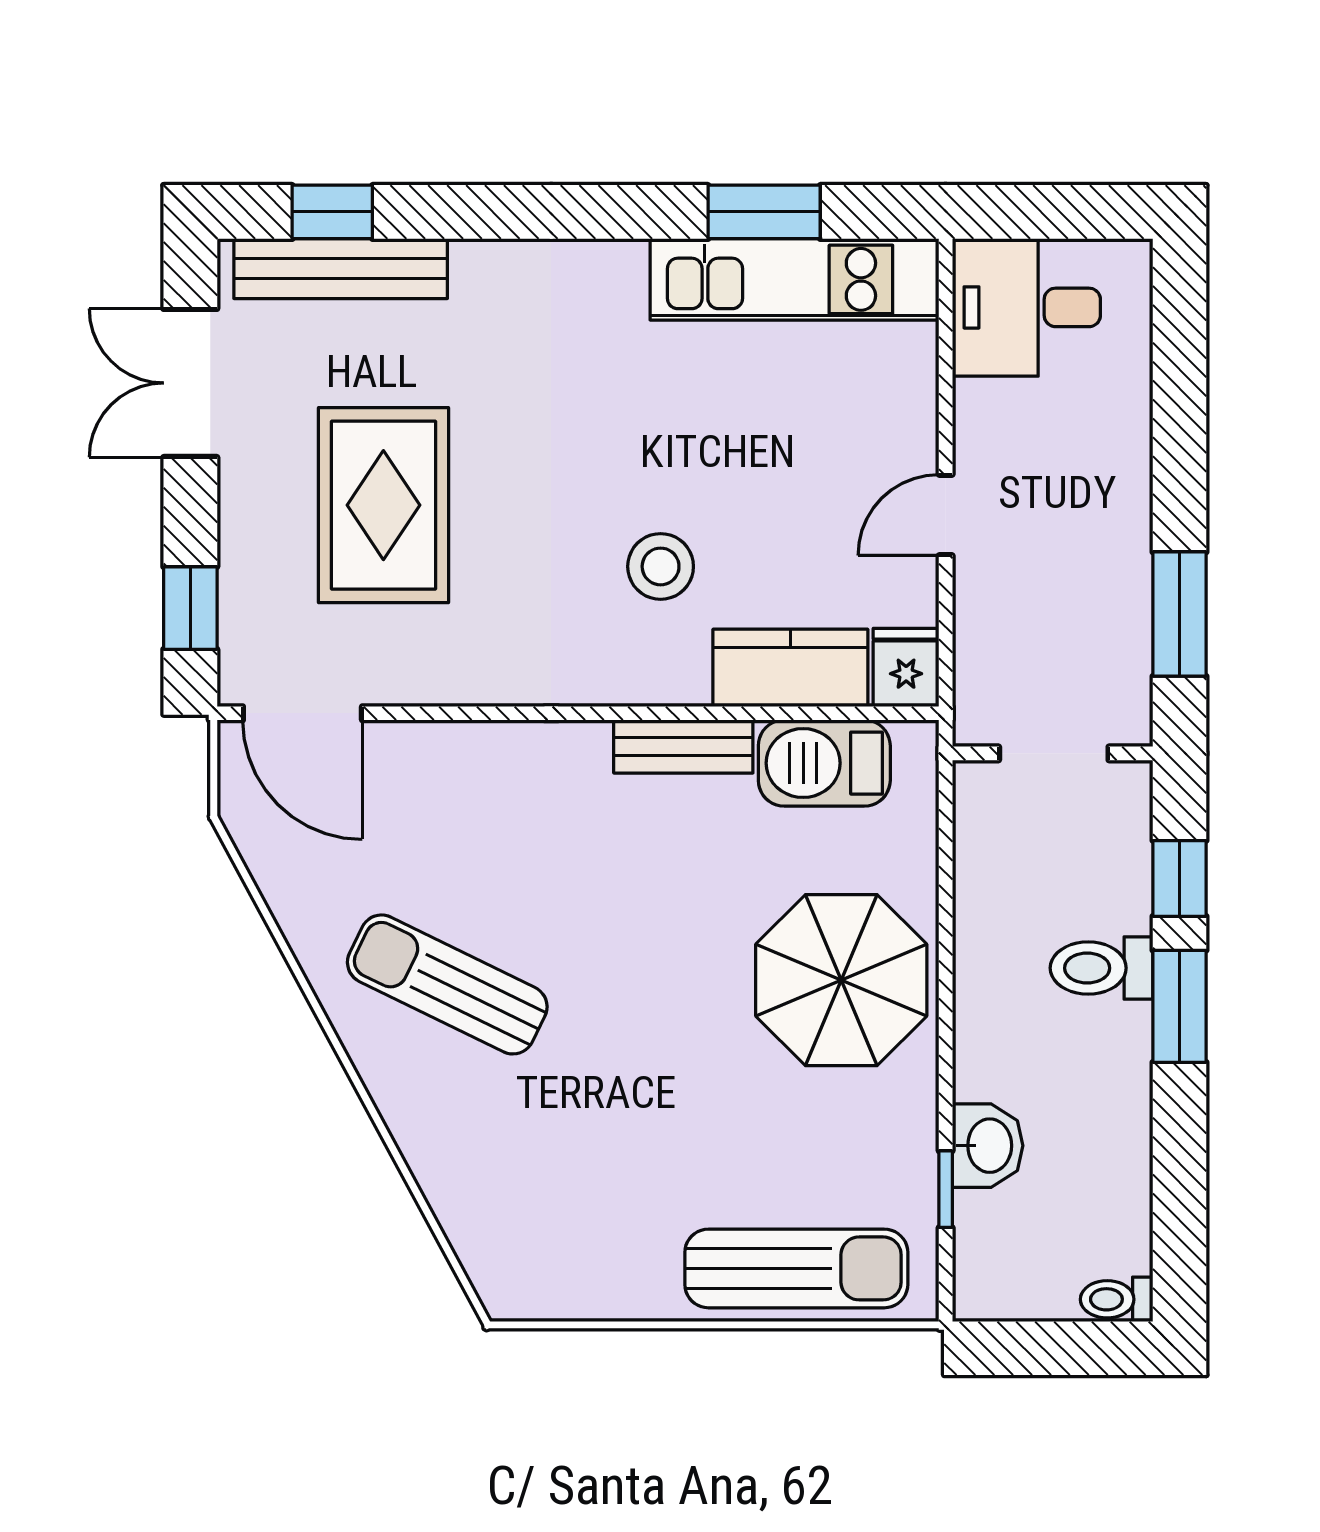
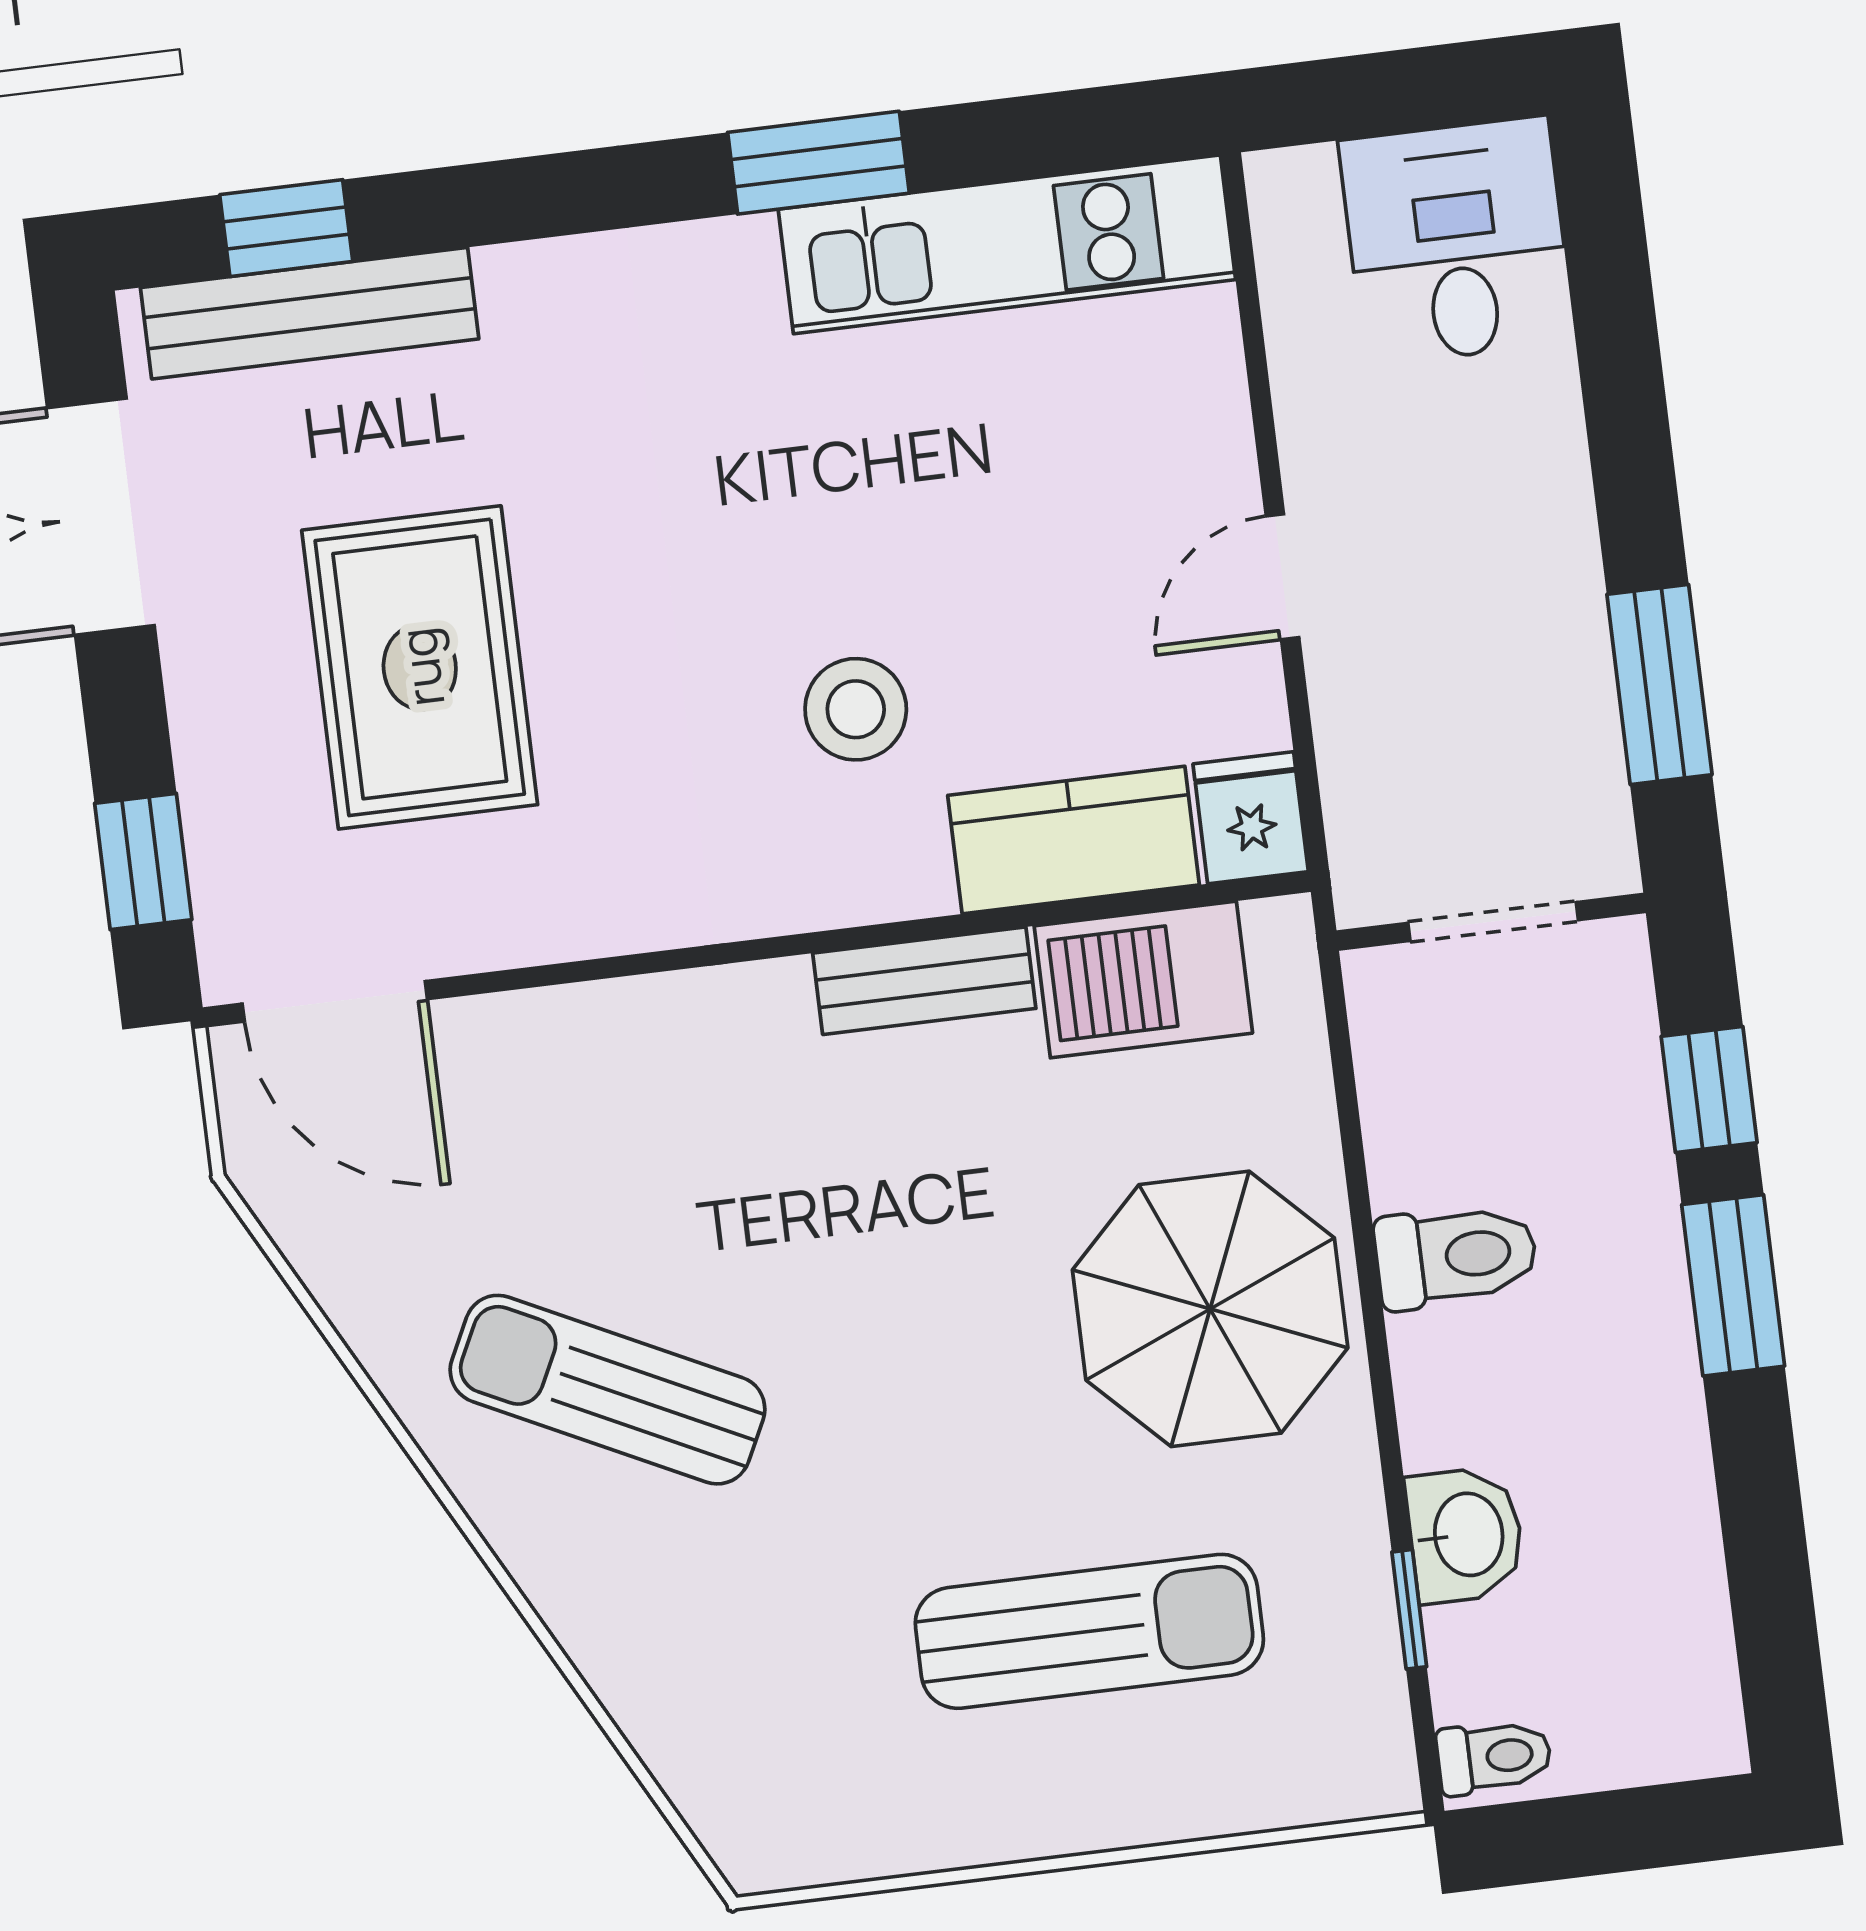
window: (764, 212) -> (818, 163), moved
desk: (1026, 307) -> (1457, 241), moved, turned 90
toilet: (1102, 968) -> (1456, 1256), moved, turned 180
sun lounger: (796, 1268) -> (1089, 1631), moved
toilet: (1117, 1299) -> (1494, 1757), moved, turned 180

